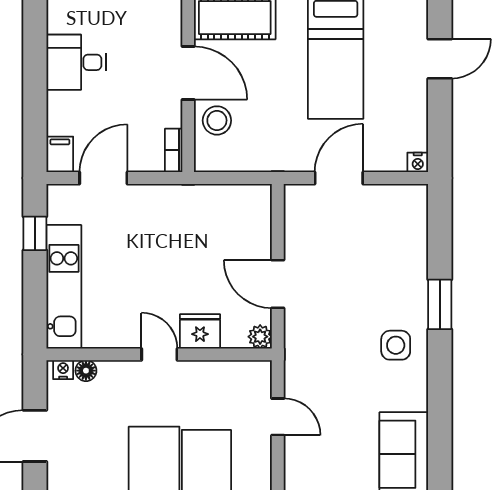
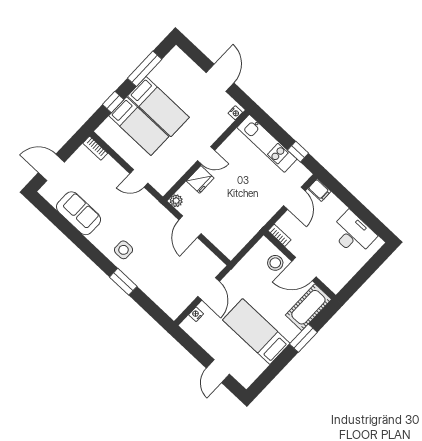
desk: (76, 62) -> (353, 234), width x1.37
nightstand: (418, 162) -> (196, 314), moved
door: (278, 284) -> (190, 227), swing flipped
floor lamp: (86, 371) -> (227, 121), removed

